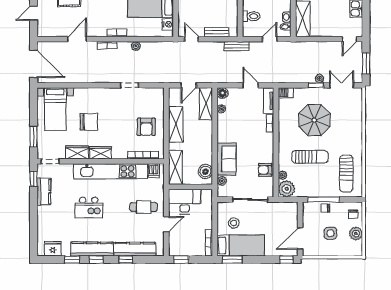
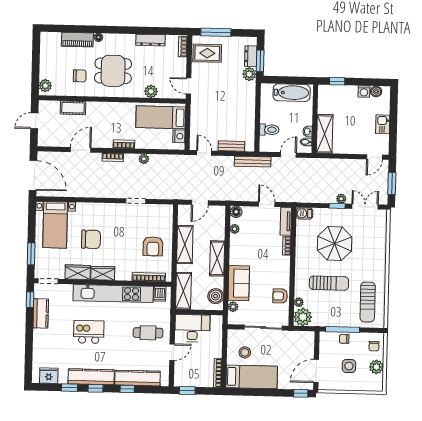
bench: (237, 46) -> (253, 162), width x1.36
shelving: (206, 104) -> (217, 258), moved
kitchen island: (89, 208) -> (89, 332), turned 180
window: (232, 260) -> (242, 392), removed

